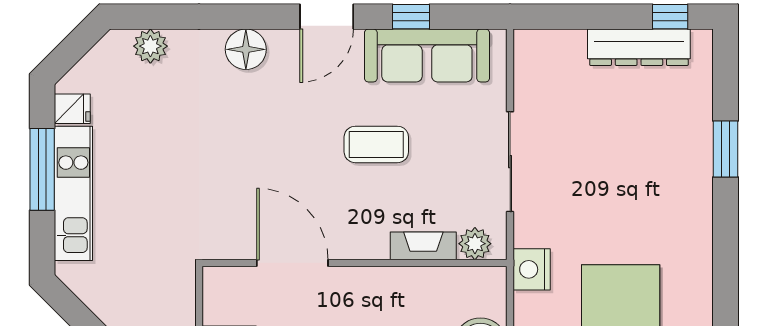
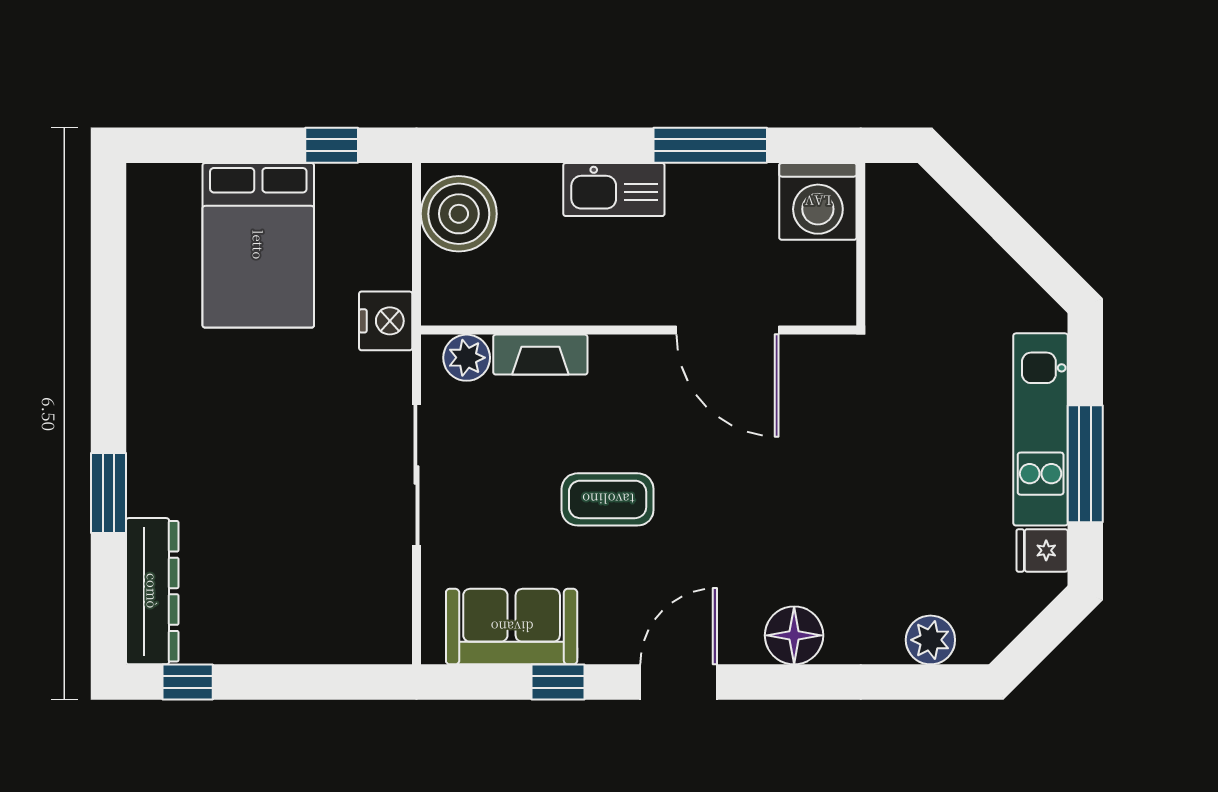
dresser: (639, 47) -> (152, 591), moved, turned 90
sofa: (427, 55) -> (512, 627), width x0.73

